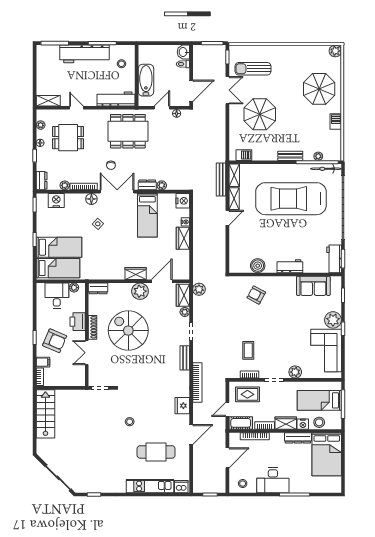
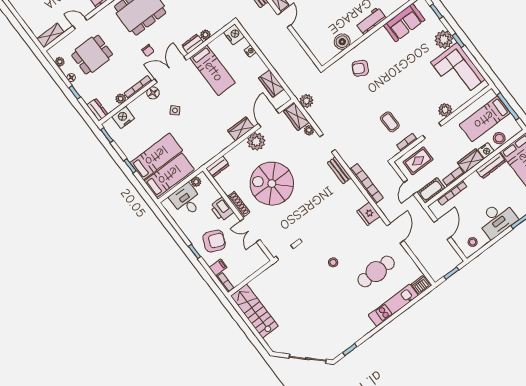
wardrobe: (183, 238) -> (271, 84), moved

